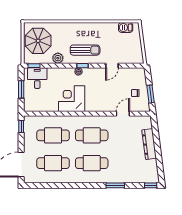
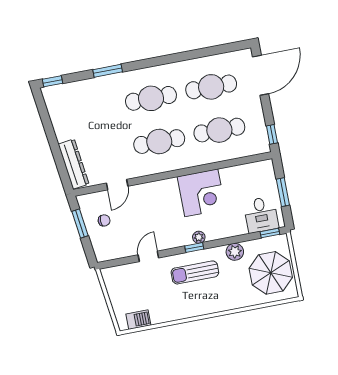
dresser: (149, 144) -> (74, 164), moved

